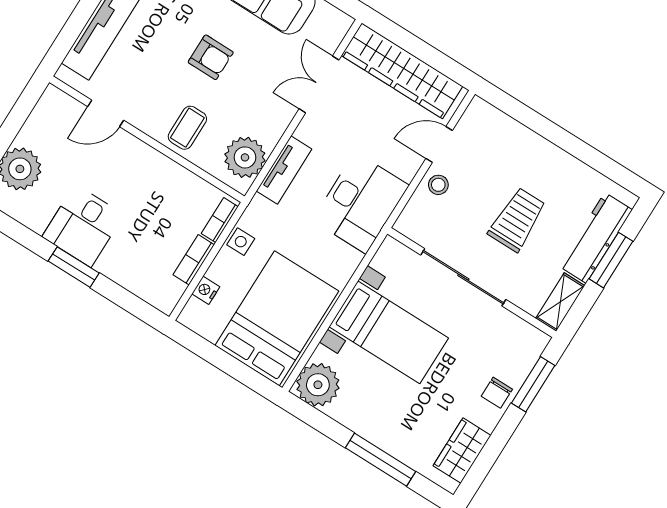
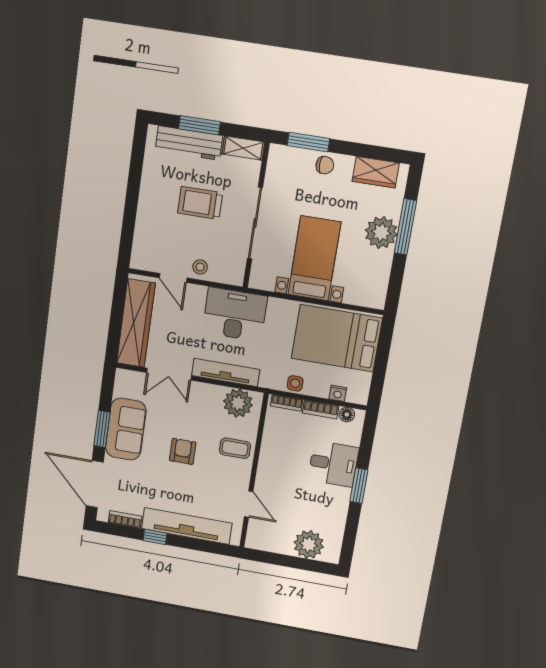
tv unit: (284, 170) -> (226, 372), width x1.41
desk: (83, 226) -> (333, 464), moved
floor lamp: (174, 290) -> (347, 415), added
plant: (318, 385) -> (381, 232), moved

